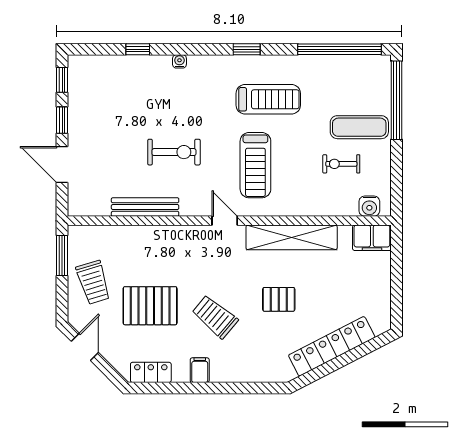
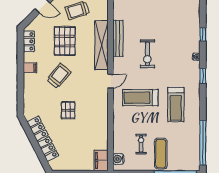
window: (247, 49) -> (203, 76), moved
shelving: (292, 237) -> (101, 45), moved

